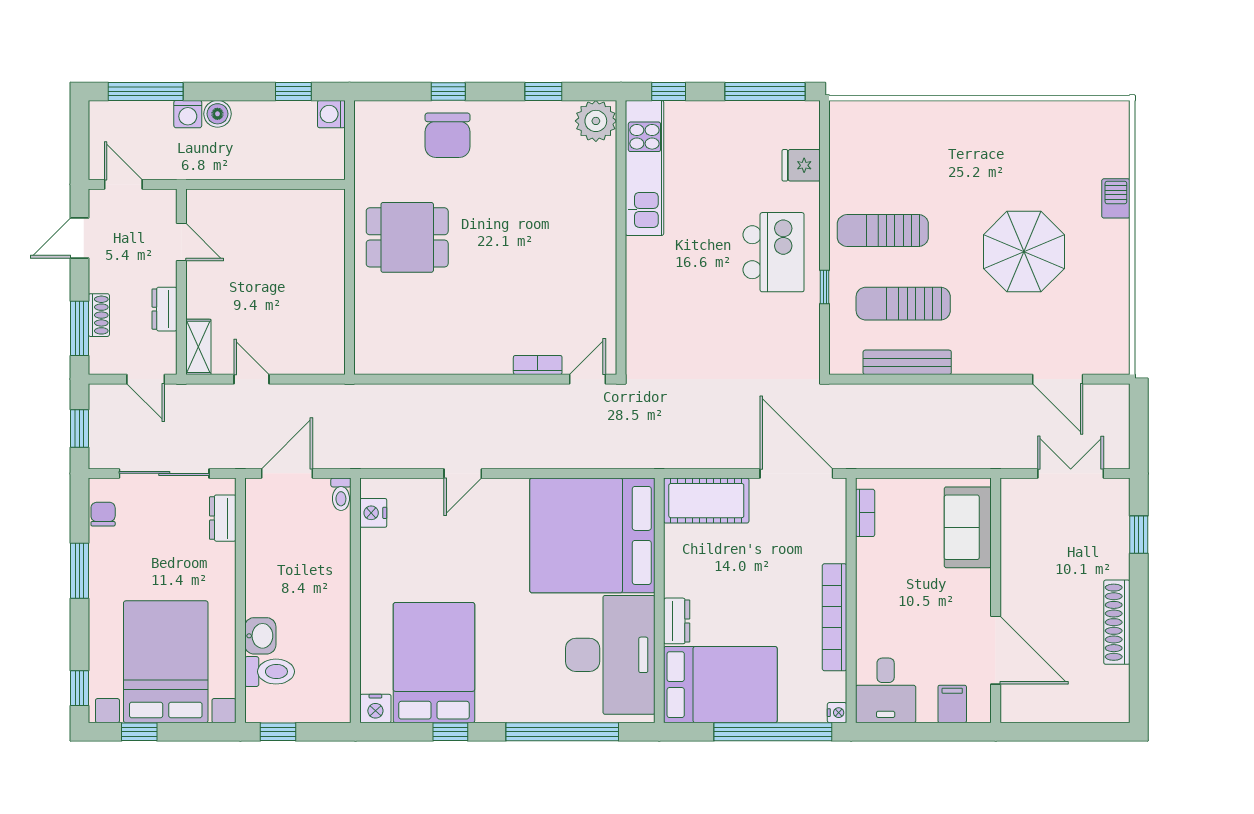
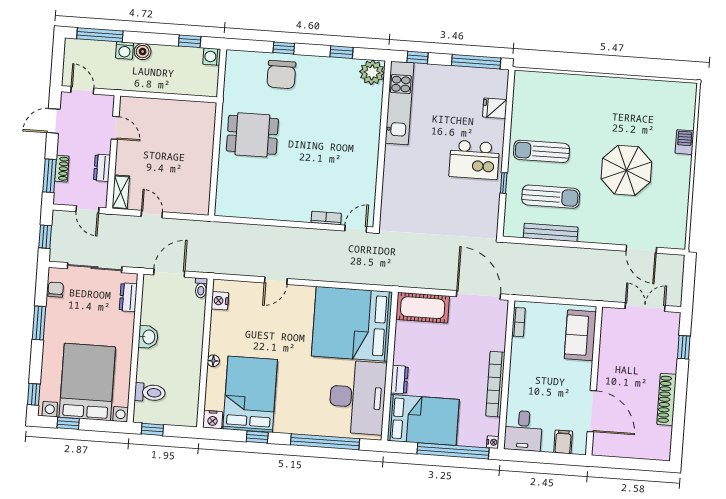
kitchen island: (774, 252) -> (474, 160), turned 90
sun lounger: (903, 304) -> (551, 197), turned 180
floor lamp: (370, 612) -> (213, 361), added
washbasin: (260, 636) -> (148, 337), moved

